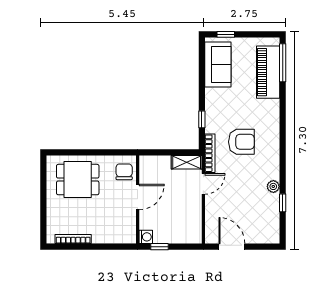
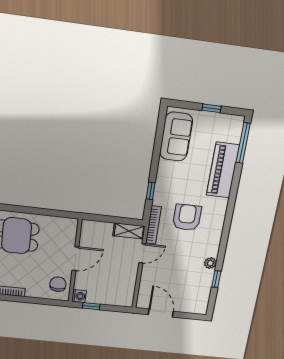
window: (226, 34) -> (212, 108), moved
piano: (268, 72) -> (223, 170), moved
armchair: (241, 142) -> (187, 217), turned -90
chair: (124, 172) -> (58, 284), moved

